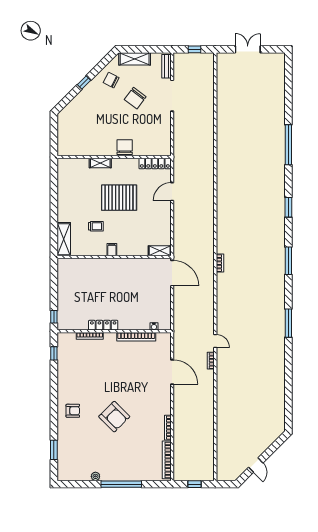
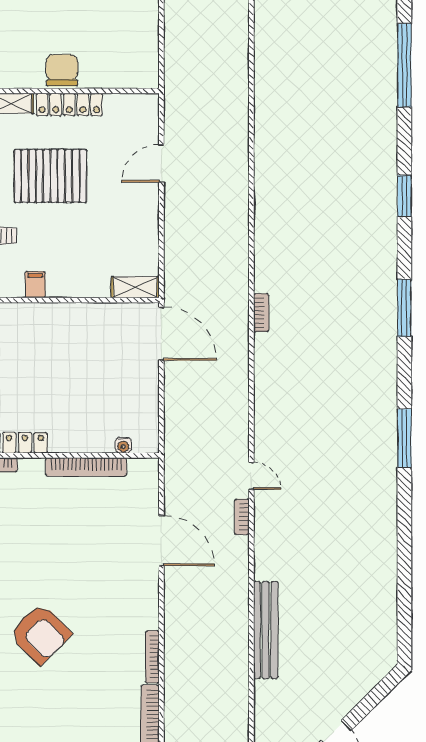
locker: (155, 163) -> (69, 104), moved
bench: (222, 415) -> (266, 630), added

